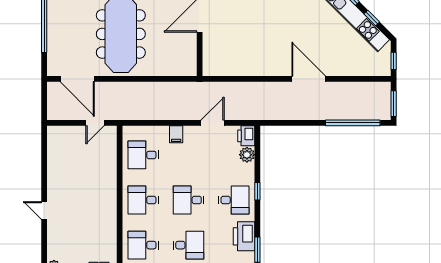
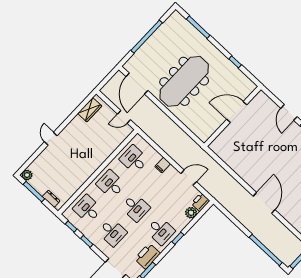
wardrobe: (55, 147) -> (90, 110), added
desk: (189, 200) -> (136, 208), turned 180

